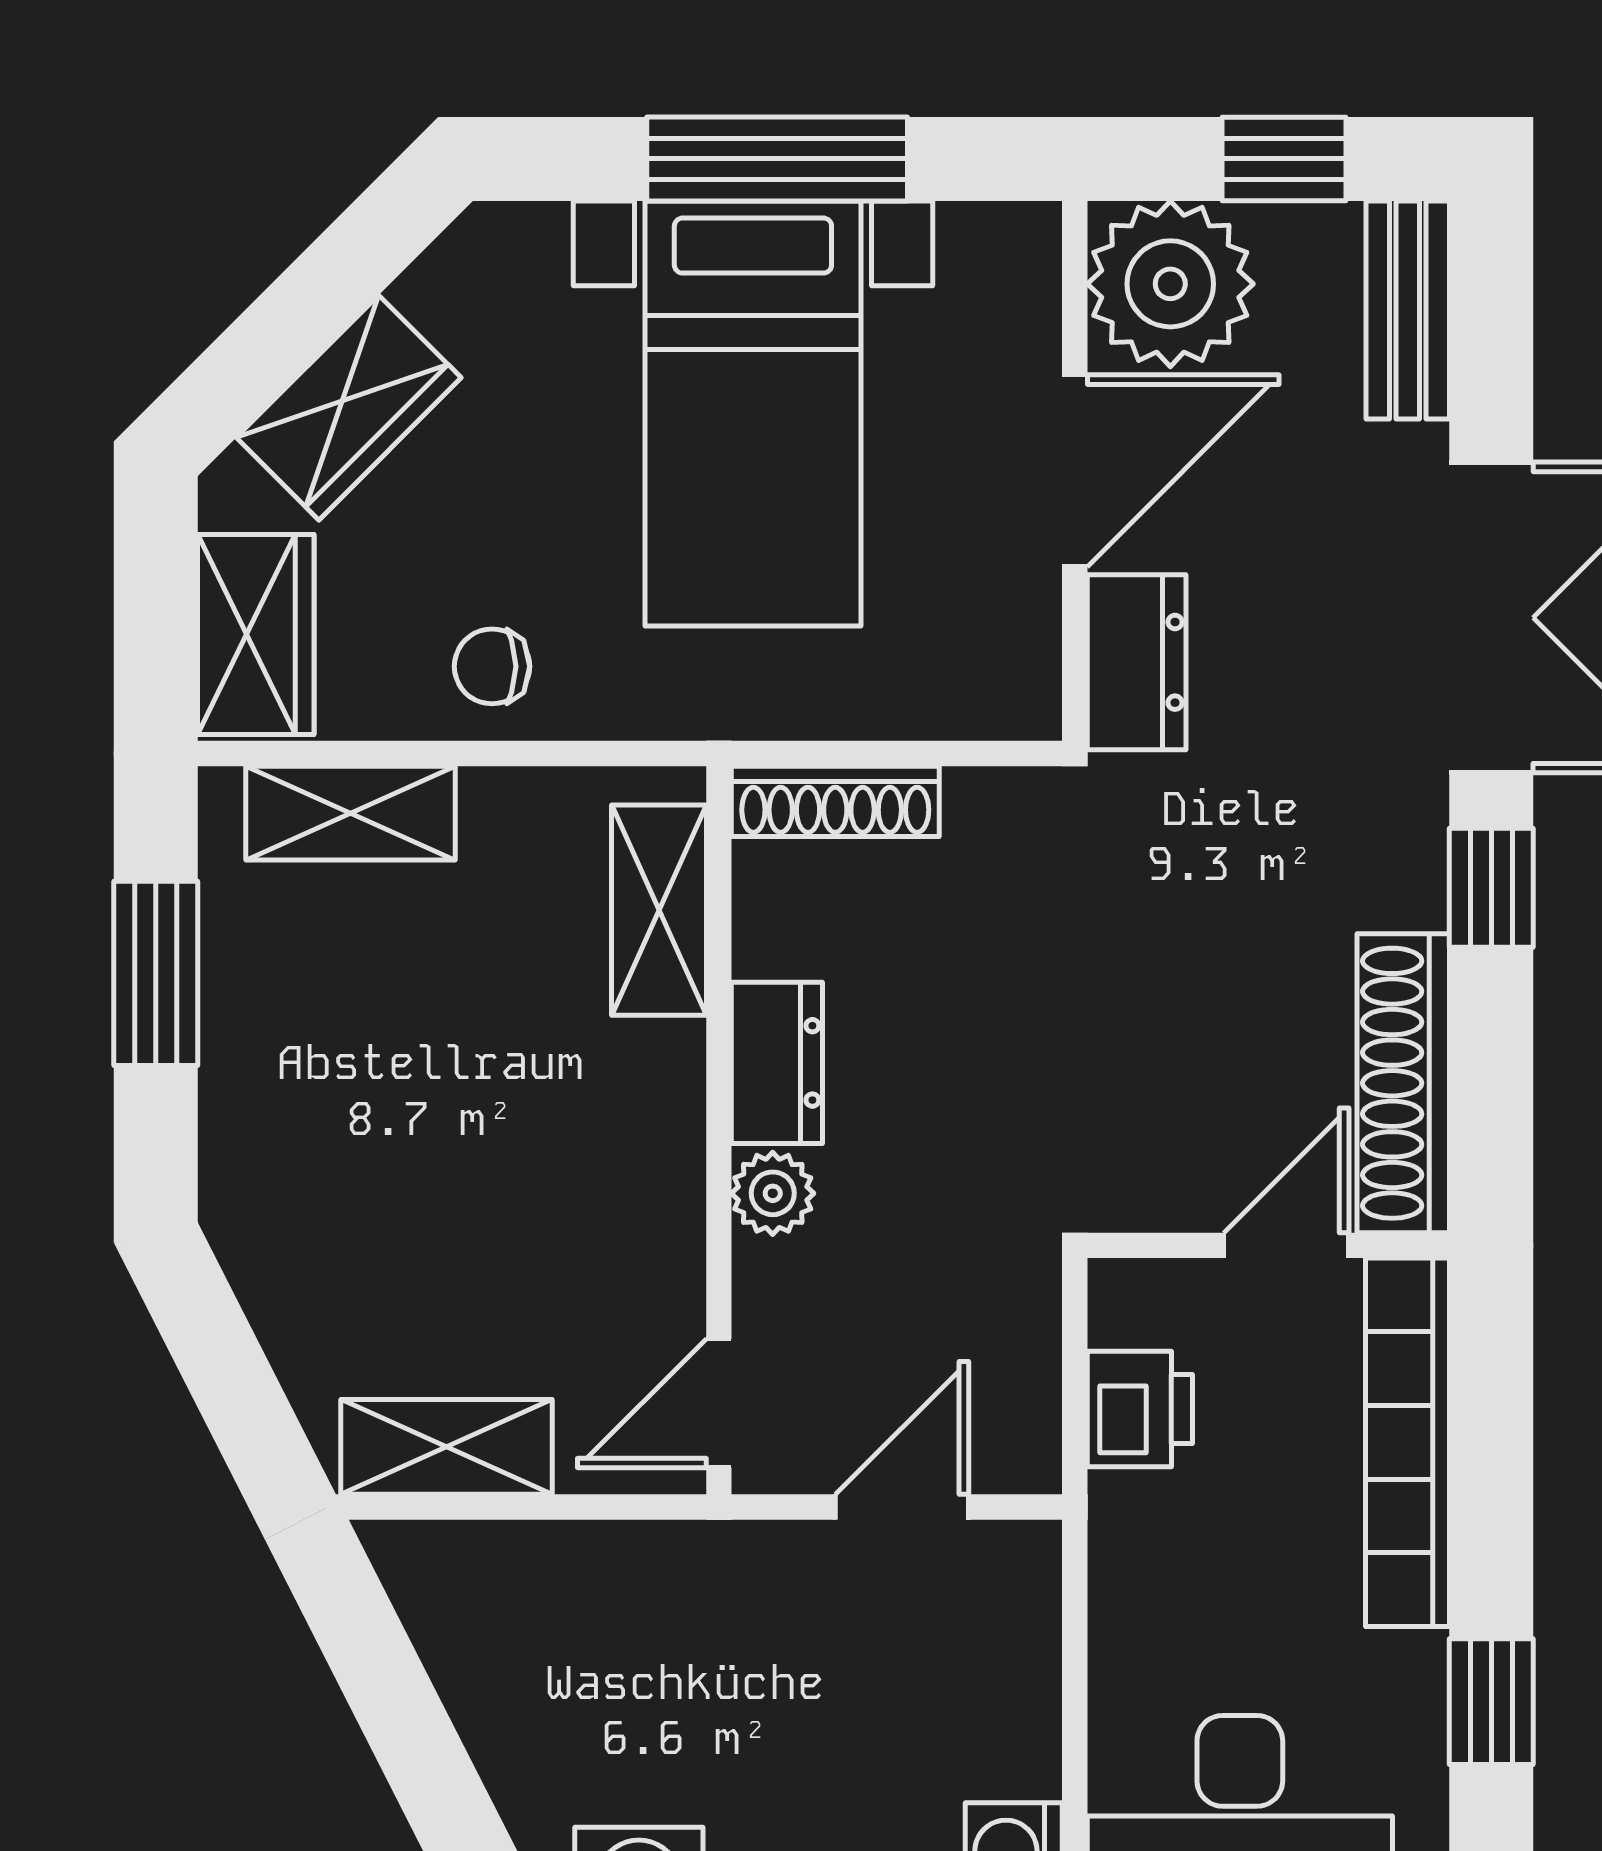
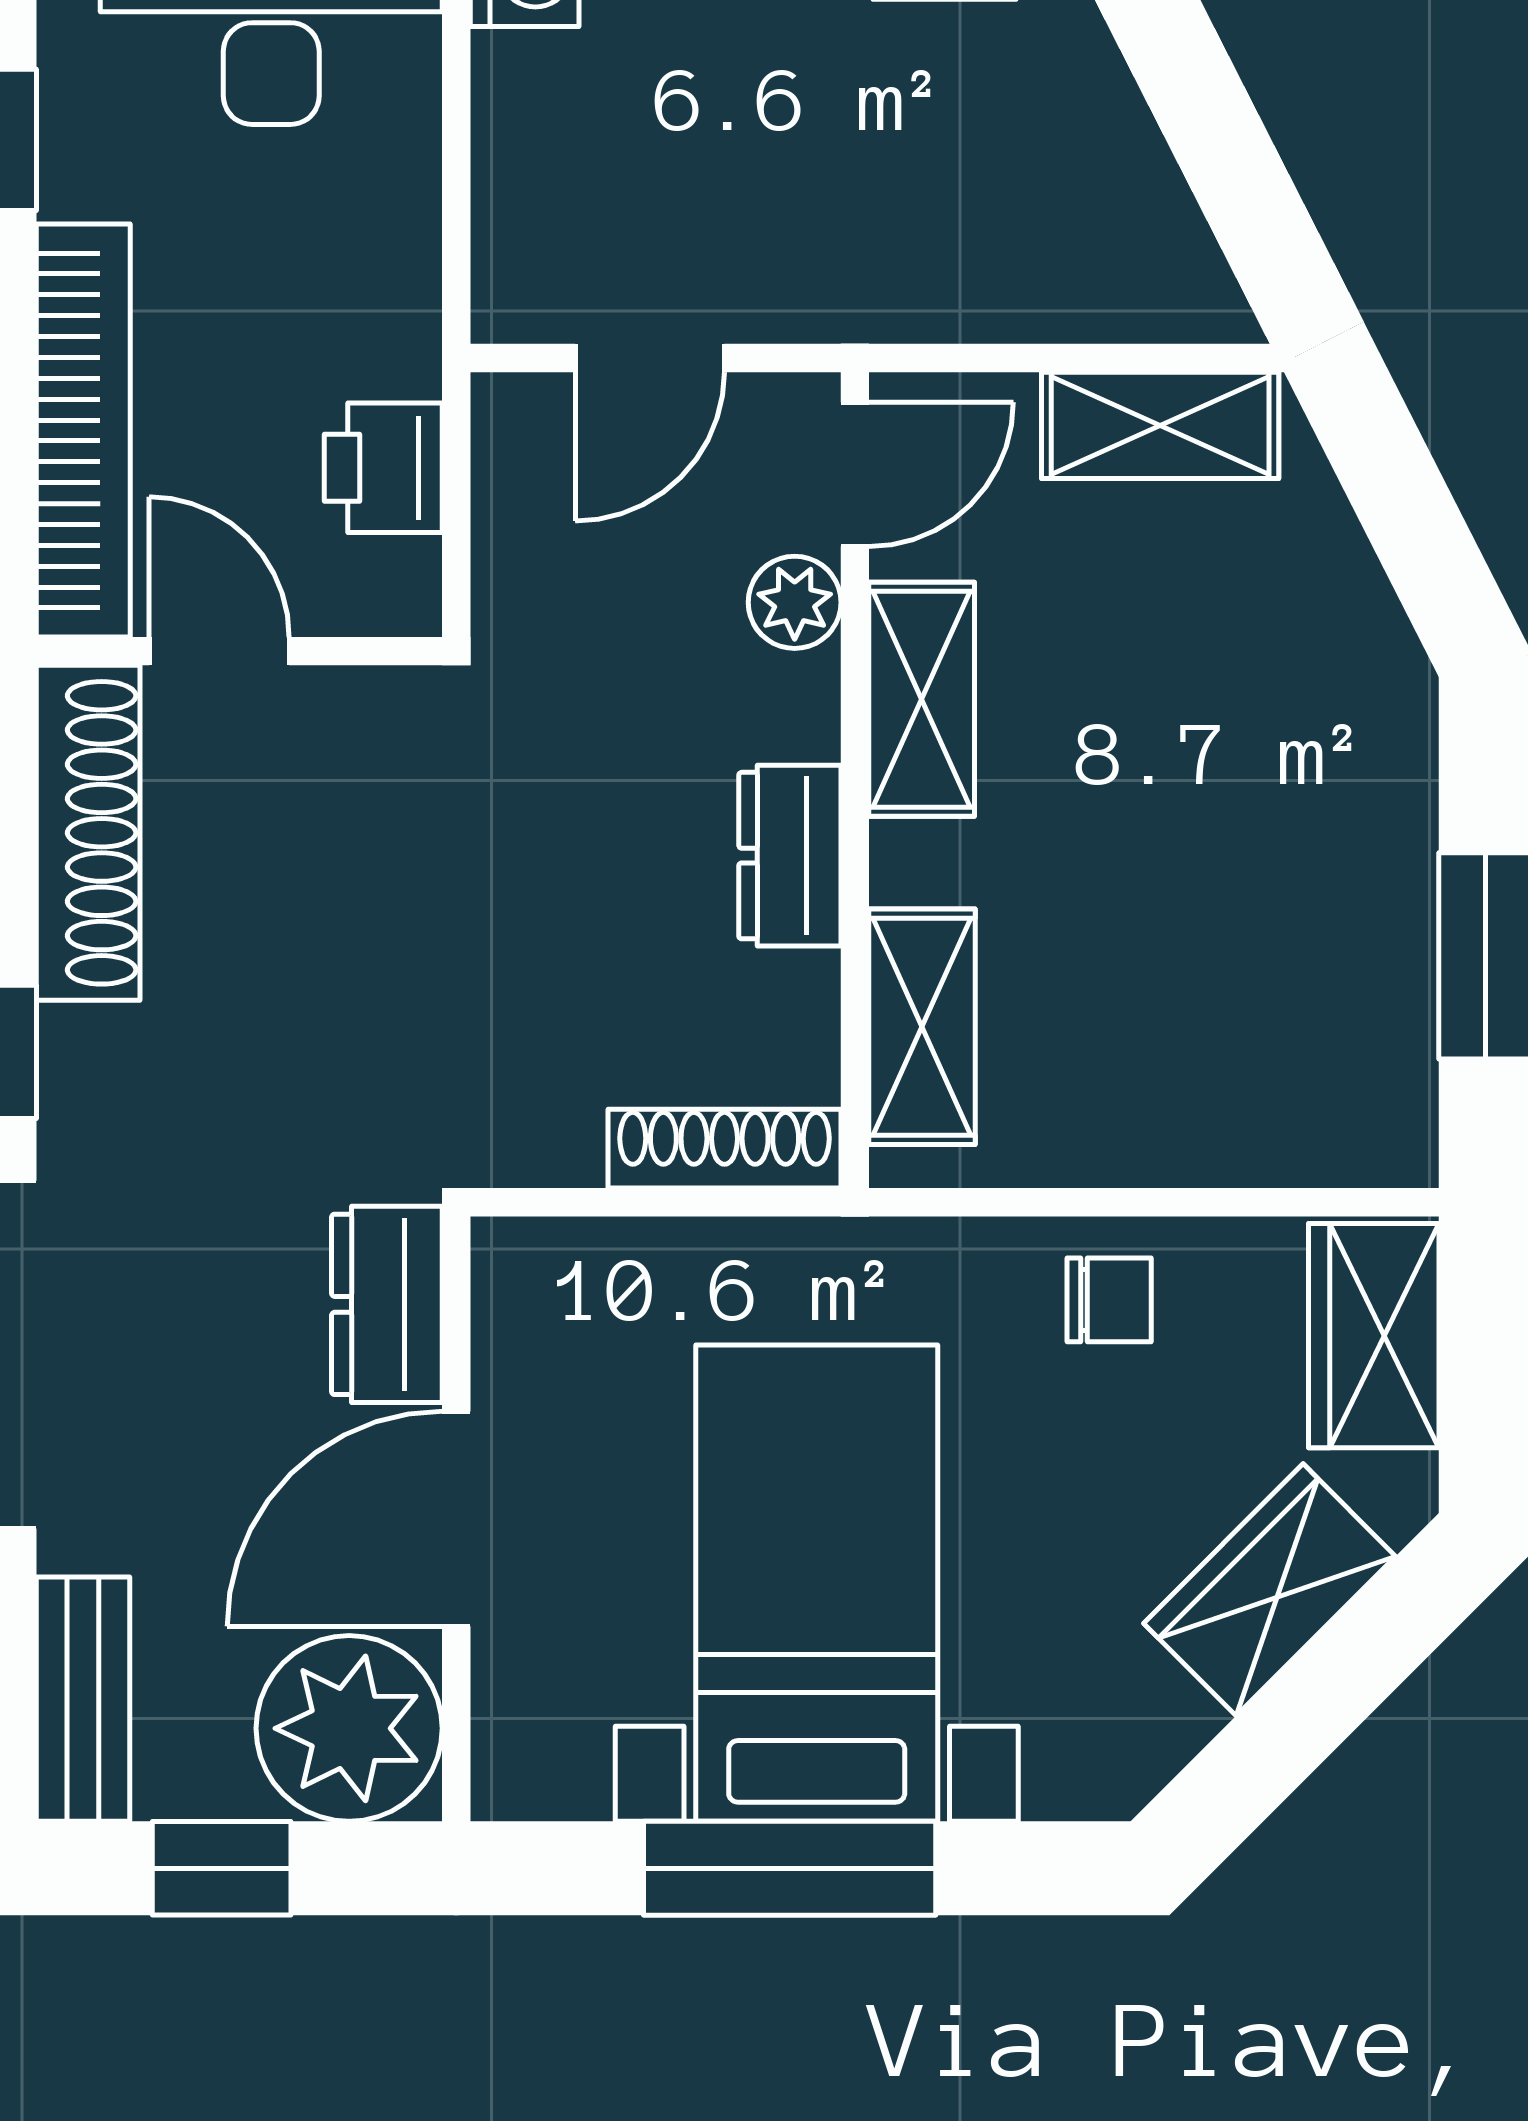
shelving: (350, 813) -> (922, 699), moved, turned 90
plant: (773, 1193) -> (795, 602), moved
door: (1286, 1245) -> (219, 651), swing flipped

